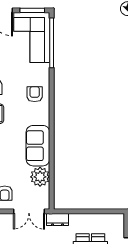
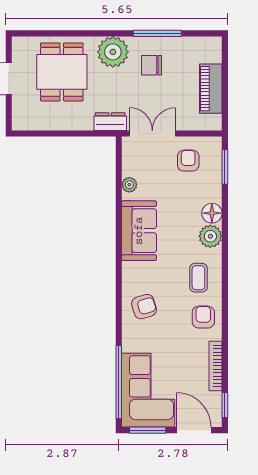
armchair: (35, 94) -> (144, 307), turned -107
plant: (40, 177) -> (129, 185), width x0.53, depth x0.53

